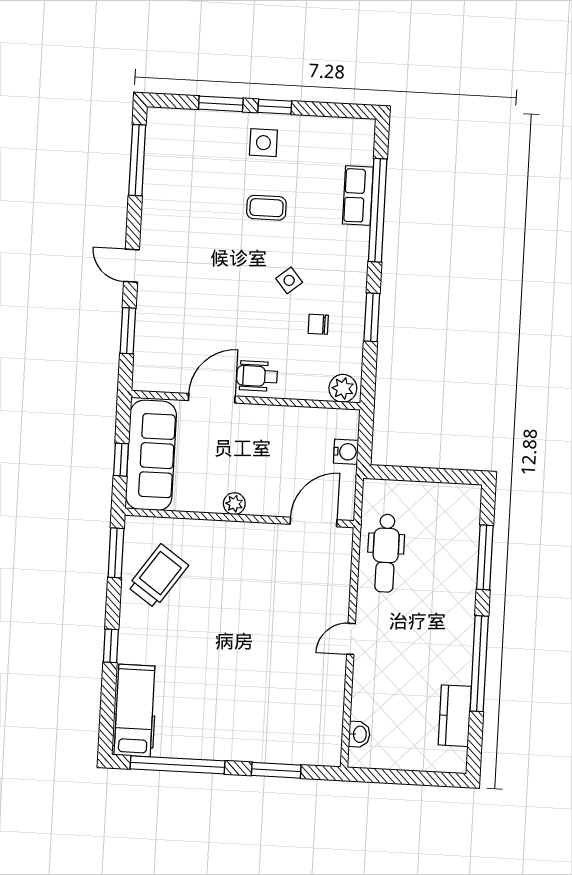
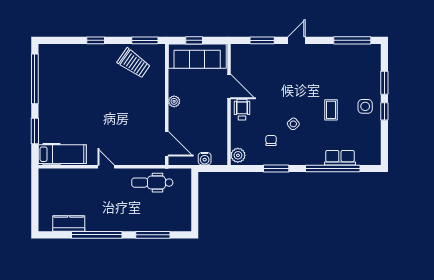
hospital bed: (134, 710) -> (62, 154), moved
washbasin: (359, 734) -> (56, 174), removed

